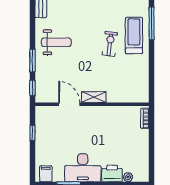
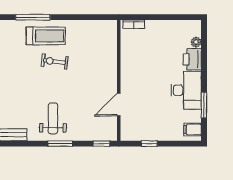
treadmill: (134, 36) -> (46, 36), turned 180
window: (32, 61) -> (60, 144), moved
shelving: (94, 97) -> (111, 79), removed

